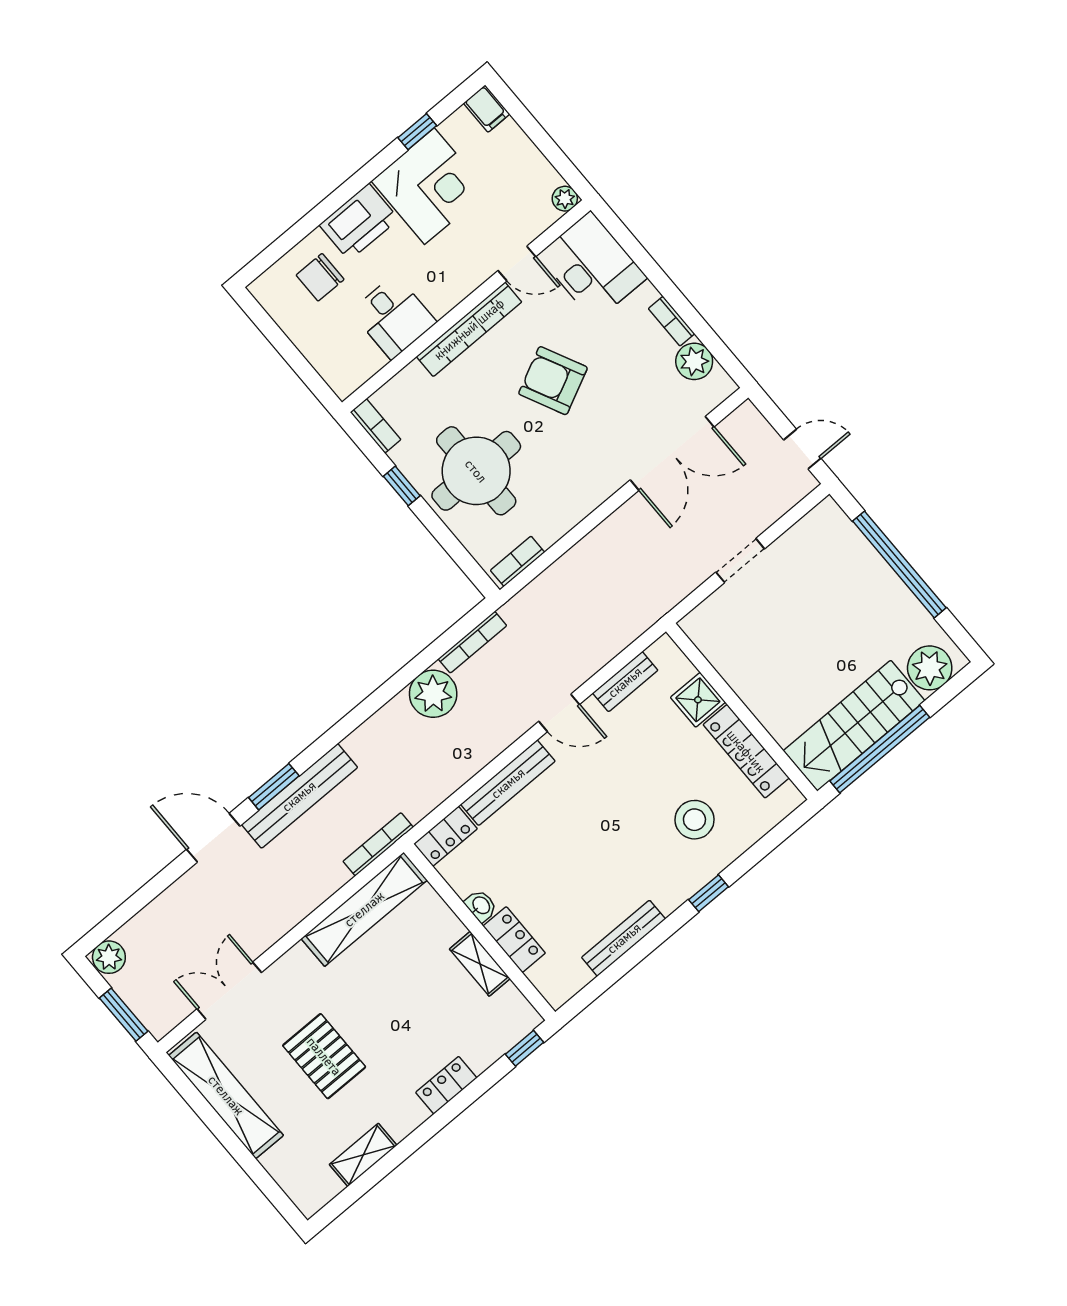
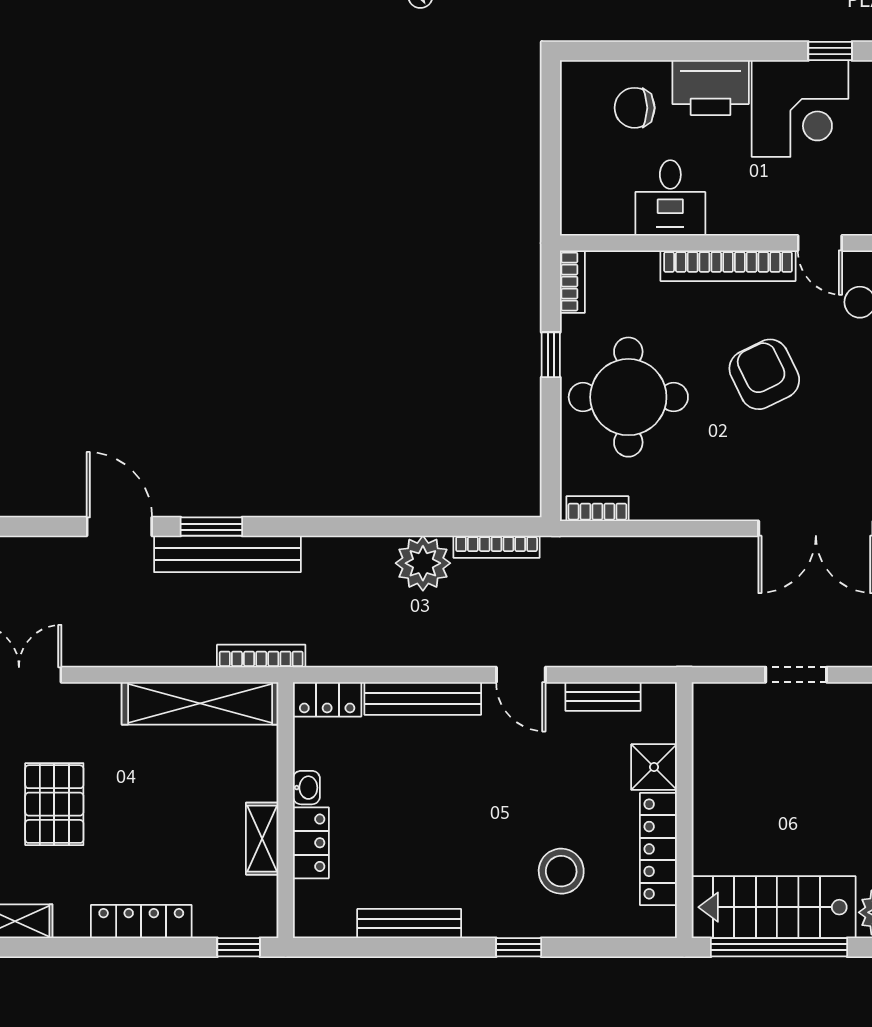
locker: (446, 1085) -> (141, 921), width x1.53

